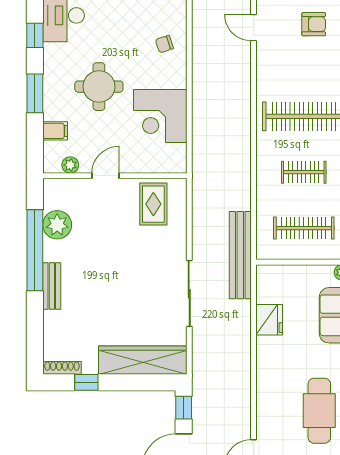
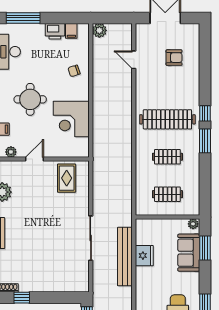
clothes rail: (304, 228) -> (167, 194), width x0.73
bench: (240, 255) -> (125, 257), moved
wardrobe: (143, 360) -> (59, 283), removed

